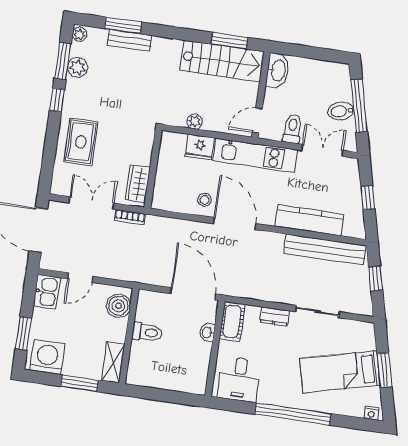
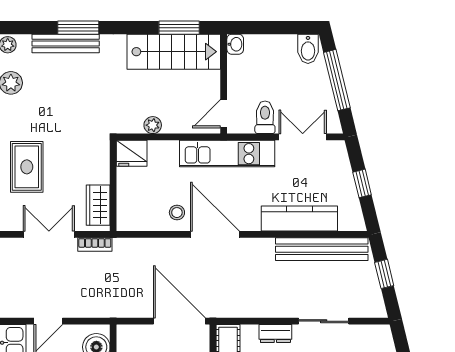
window: (123, 25) -> (78, 28), moved
bench: (130, 40) -> (66, 43), width x1.36
washbasin: (278, 70) -> (235, 44), width x0.52, depth x0.69
bidet: (341, 111) -> (308, 49), moved, turned -76
fridge: (200, 147) -> (132, 153), moved

